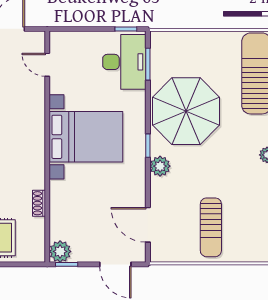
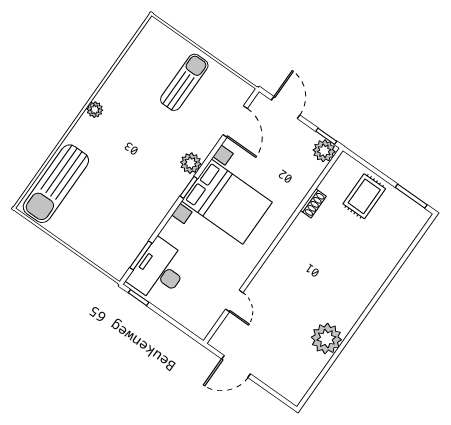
door: (47, 65) -> (234, 301), moved
parasol: (186, 111) -> (137, 194), removed
bed with nightstands: (86, 137) -> (227, 202), moved, turned 180

